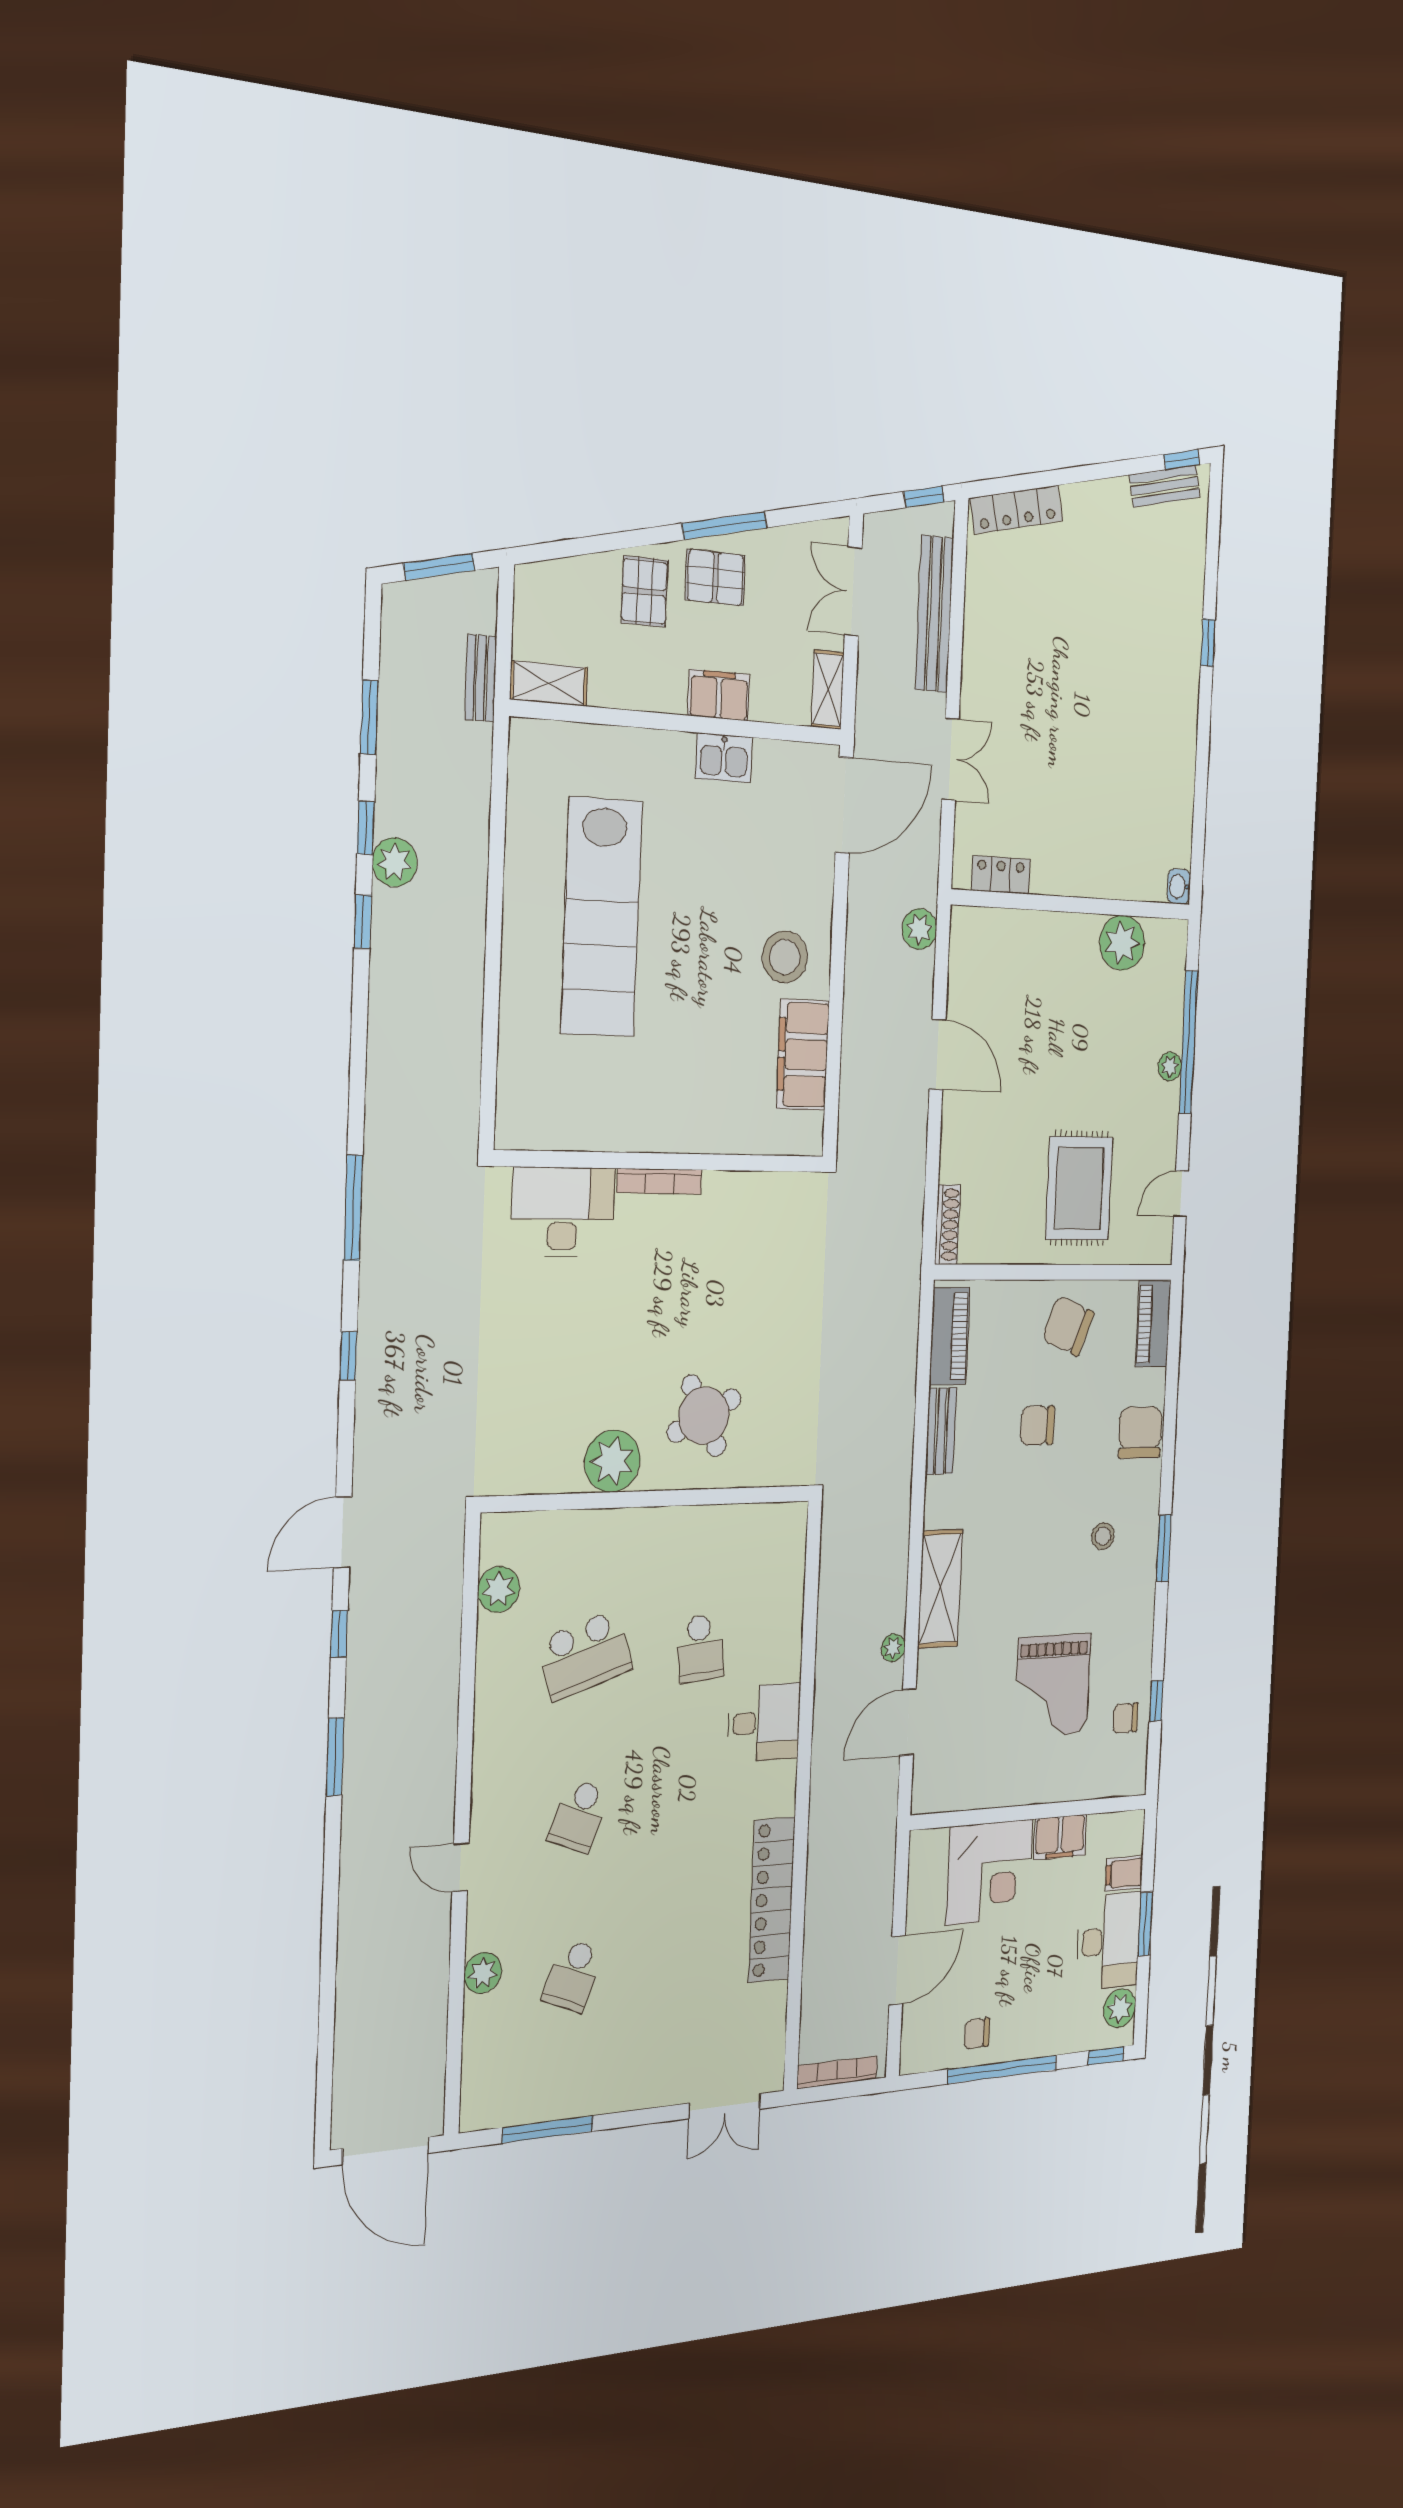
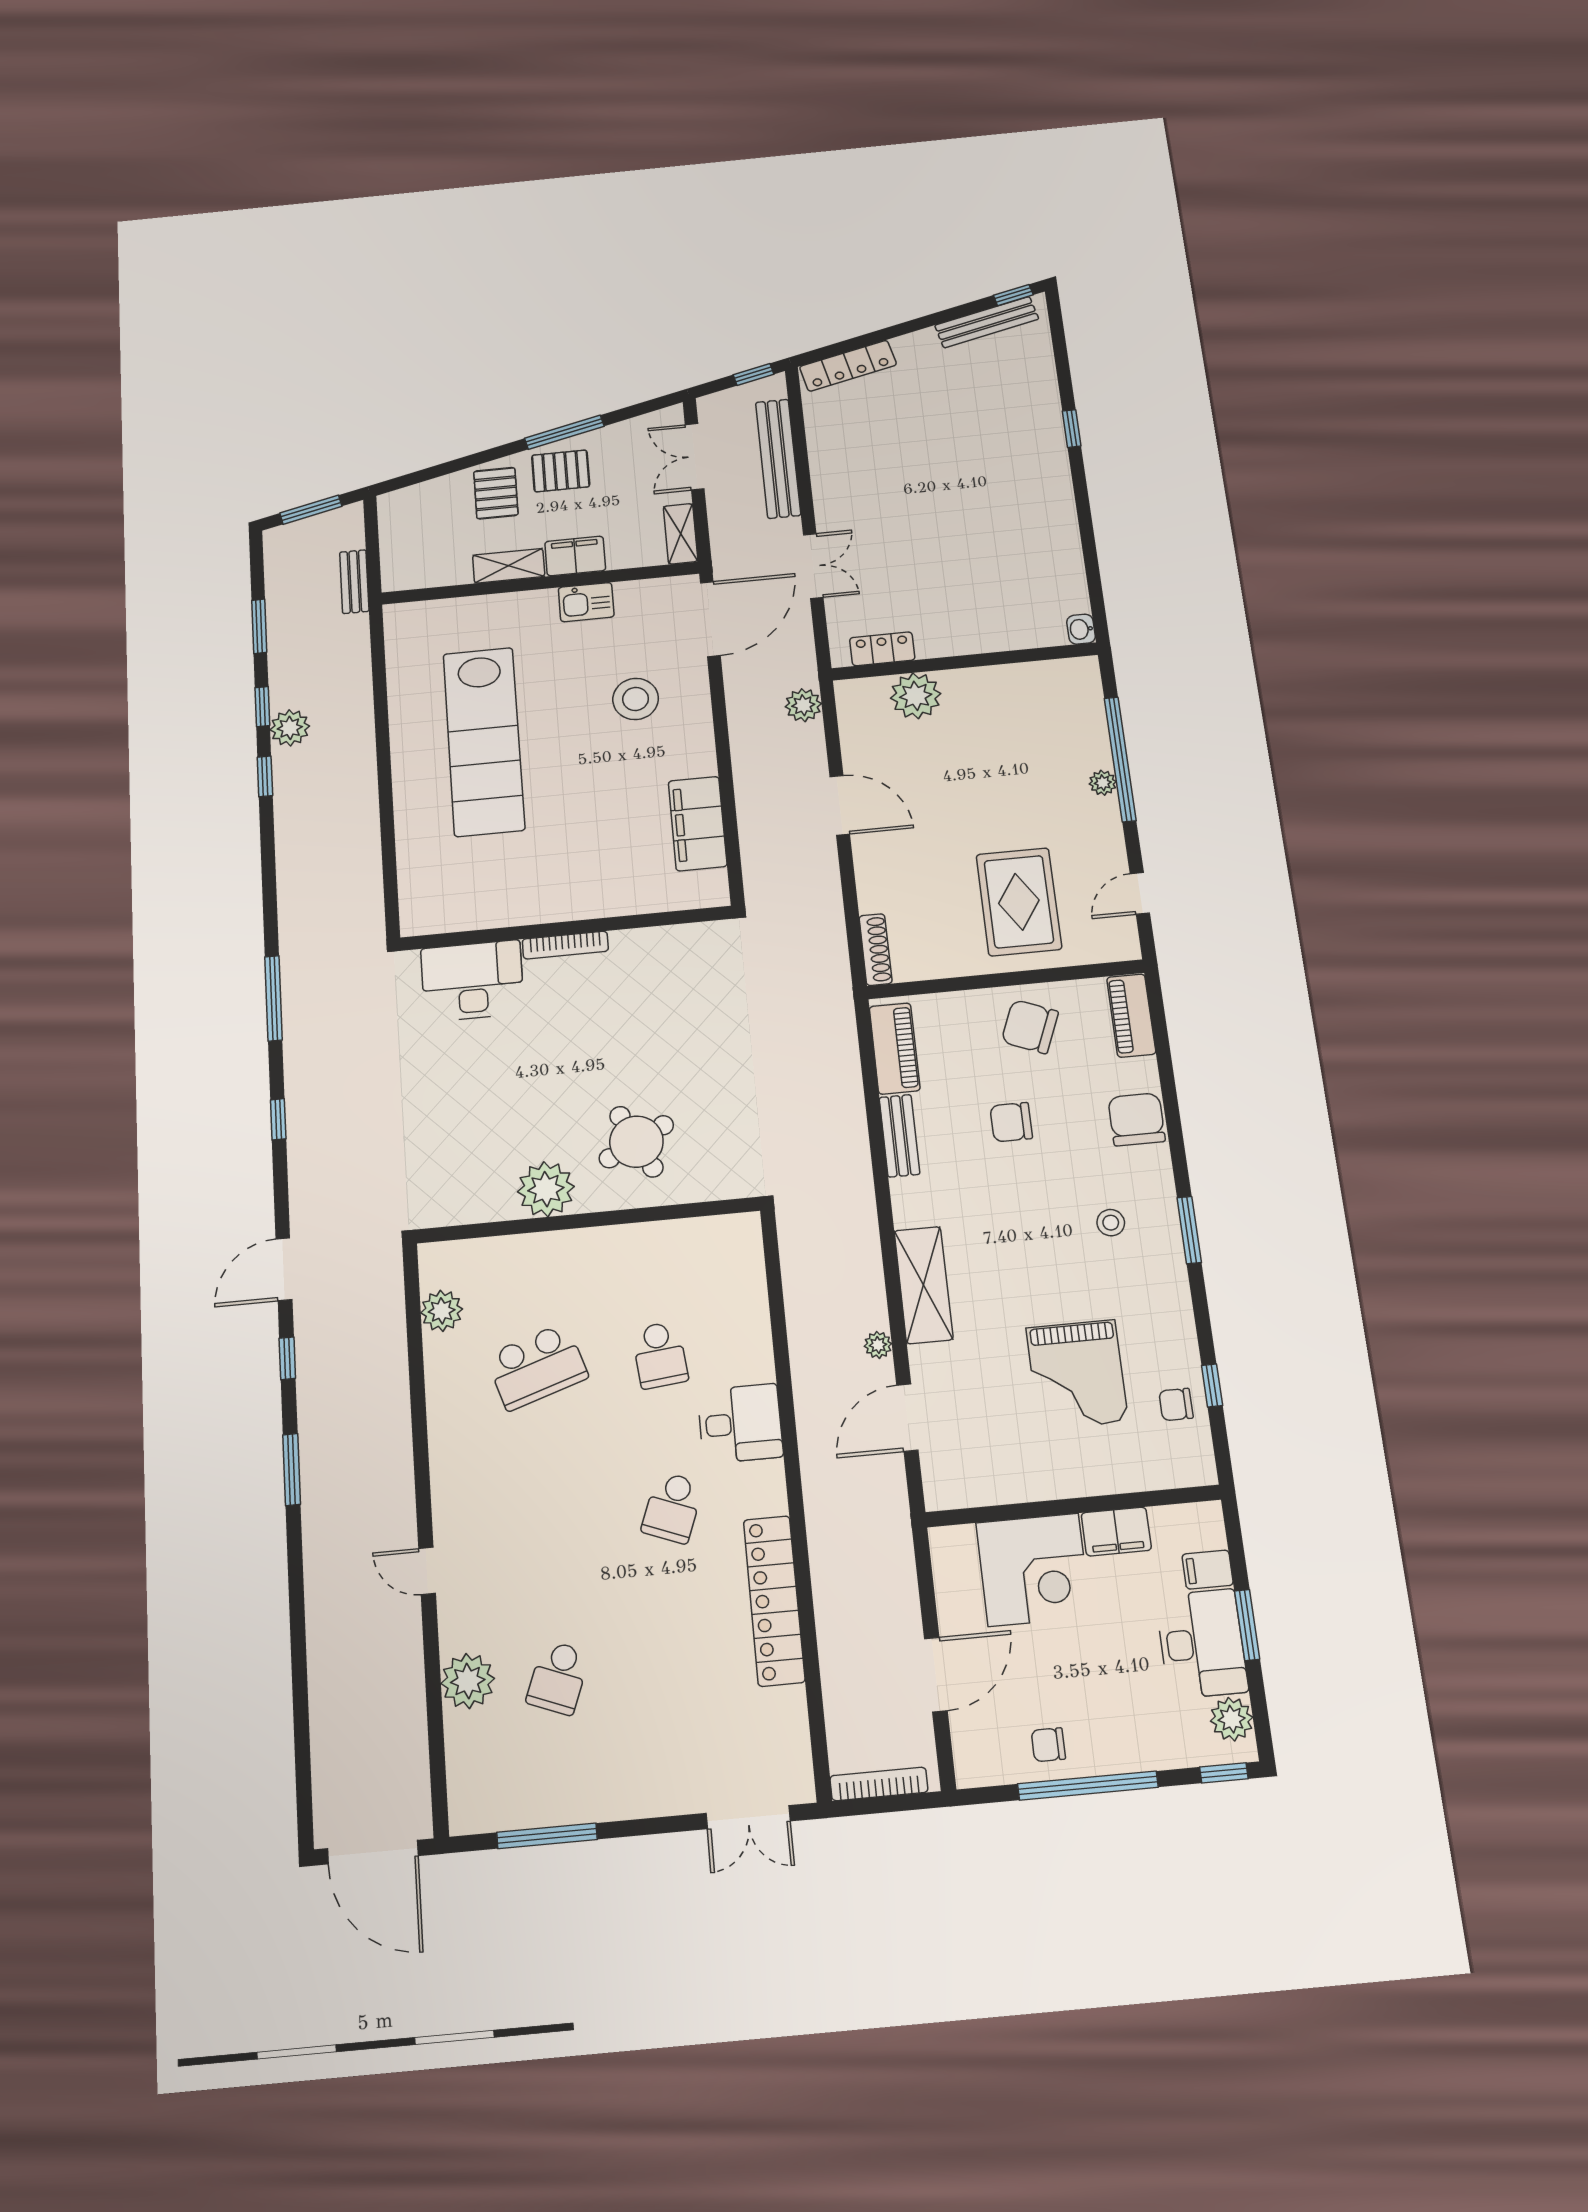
bench: (1165, 486) -> (987, 322), width x1.36
shelving: (549, 683) -> (509, 566), moved
plant: (1122, 943) -> (916, 696), moved
stool: (785, 957) -> (636, 699), moved
school desk: (579, 1816) -> (672, 1507), moved
plant: (483, 1973) -> (468, 1681), width x1.36, depth x1.36

